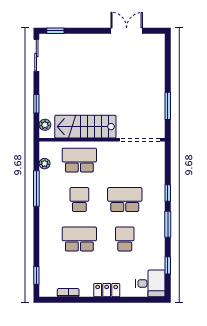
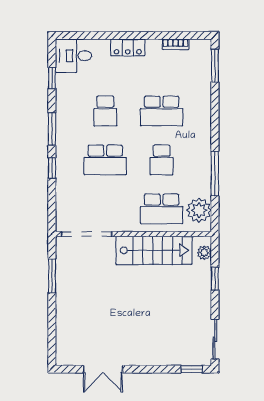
plant: (45, 164) -> (199, 210), width x1.88, depth x1.88
window: (36, 275) -> (215, 66), width x1.50

